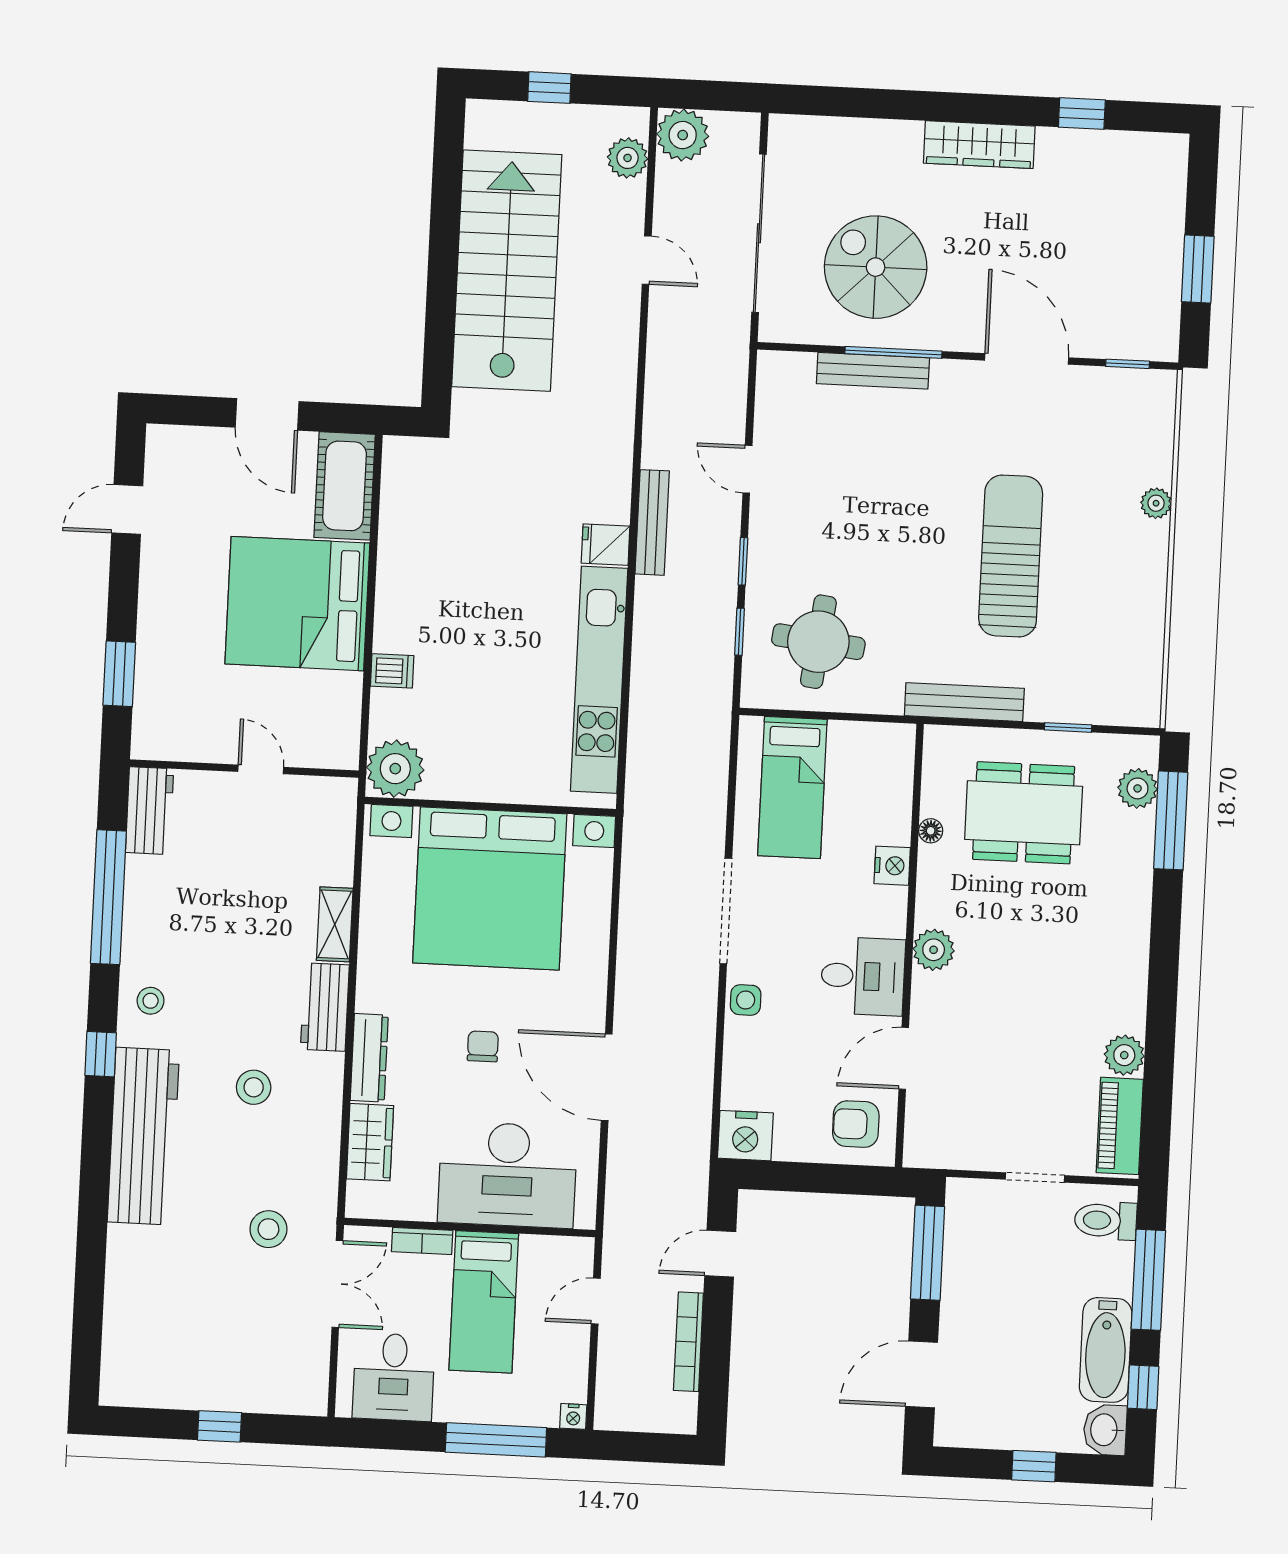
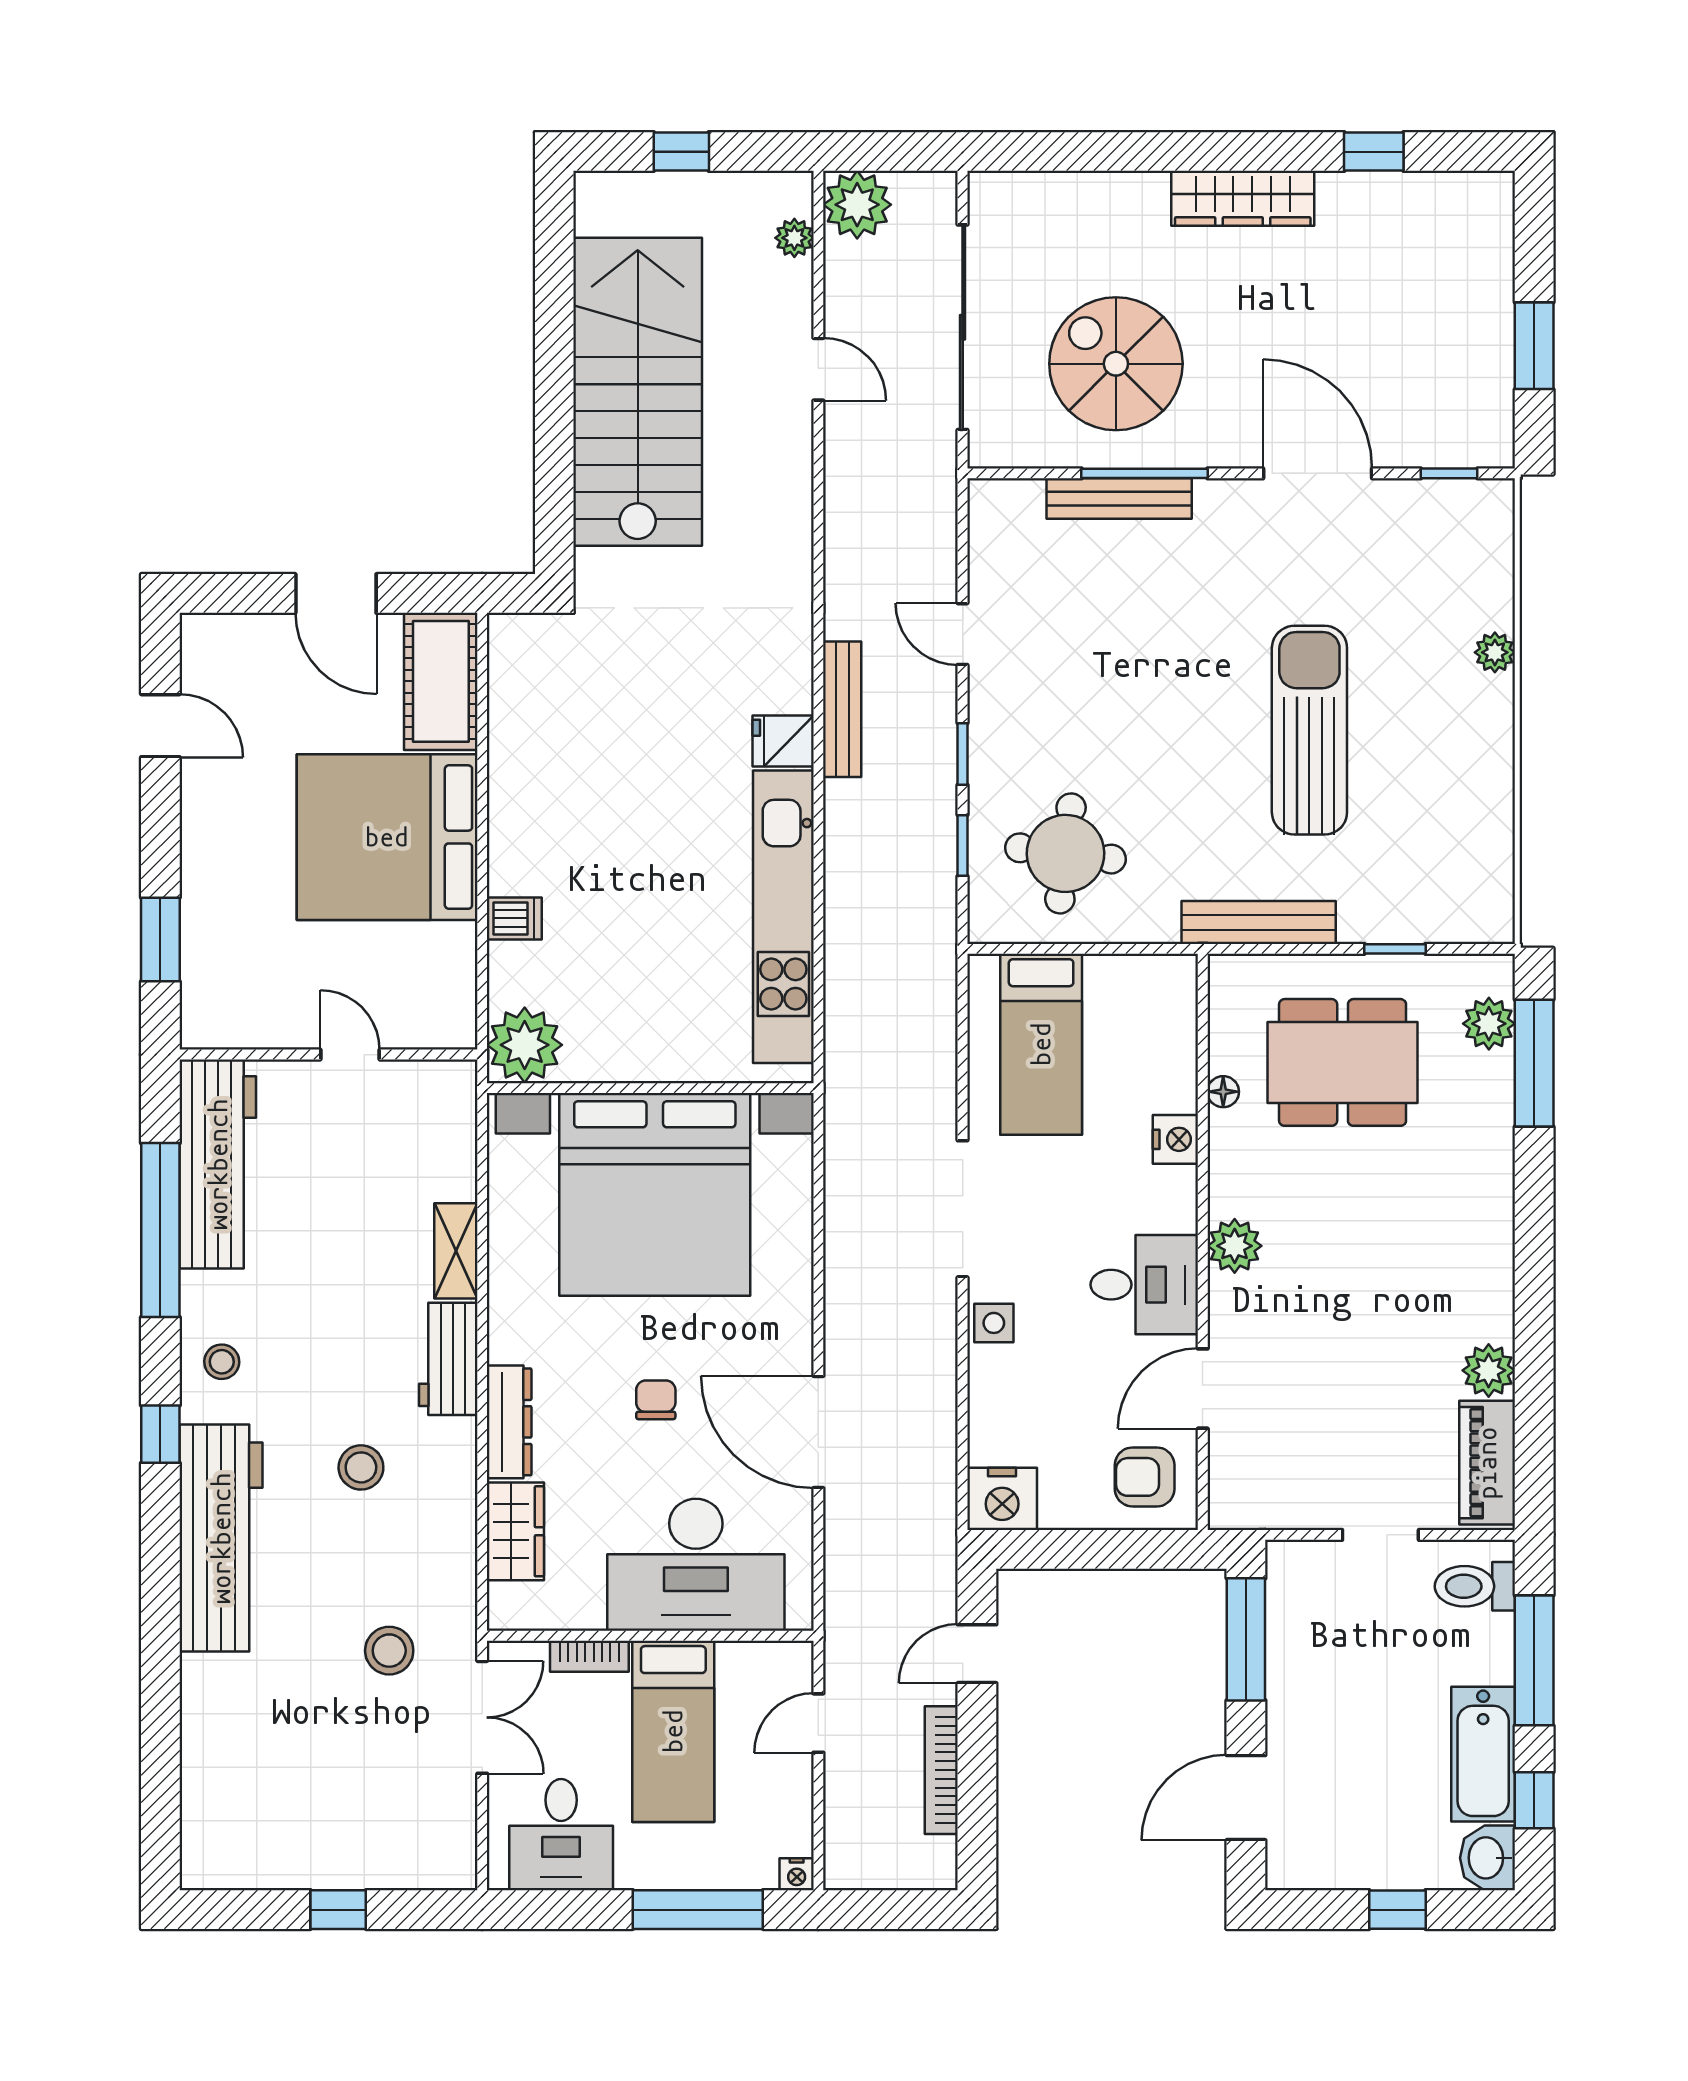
plant: (628, 158) -> (794, 238), width x0.73, depth x0.73
door: (127, 509) -> (160, 726), swing flipped
workbench: (150, 811) -> (218, 1164), width x1.88, depth x1.32

